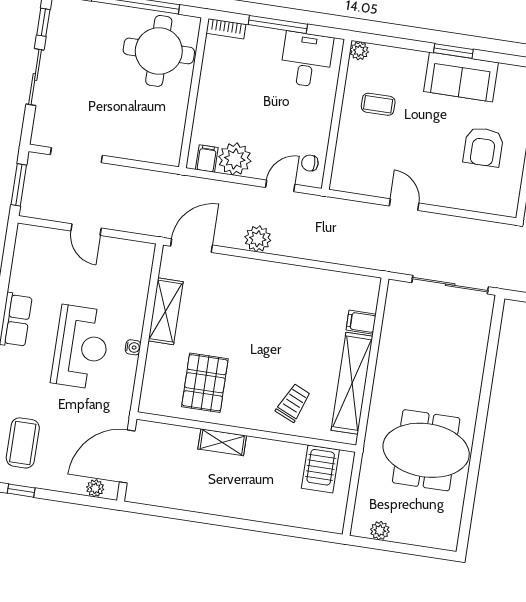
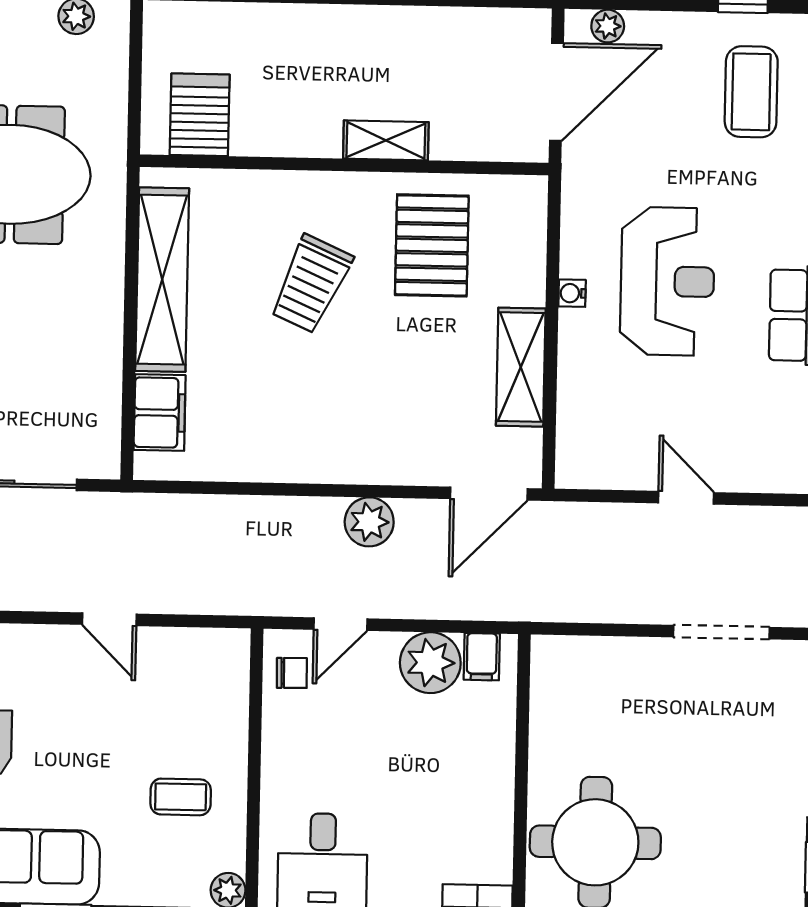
filing cabinet: (361, 322) -> (160, 413), width x2.00
reception desk: (81, 347) -> (667, 281), turned 180
trolley: (293, 403) -> (311, 284), moved, width x1.36, depth x1.39

